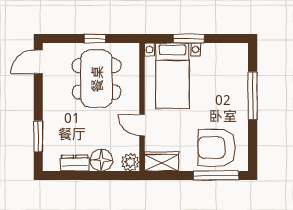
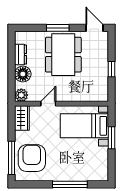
dining table: (97, 79) -> (63, 55), moved, turned 90
window: (38, 136) -> (58, 28), moved

